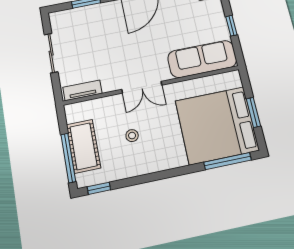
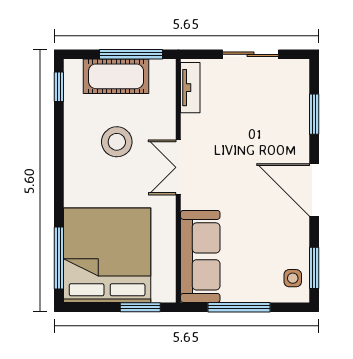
window: (231, 26) -> (239, 307), width x2.17
window: (253, 112) -> (140, 307), moved
stool: (132, 136) -> (117, 142), width x1.89, depth x1.89
window: (68, 158) -> (131, 54), moved

